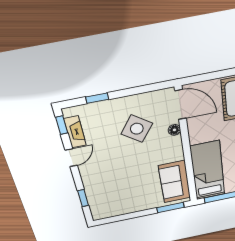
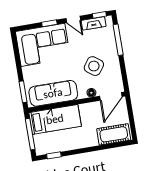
window: (97, 98) -> (118, 40), width x2.17
sofa: (175, 182) -> (53, 93), width x1.36
corner sofa: (109, 191) -> (43, 45), added
window: (83, 198) -> (49, 23), moved

